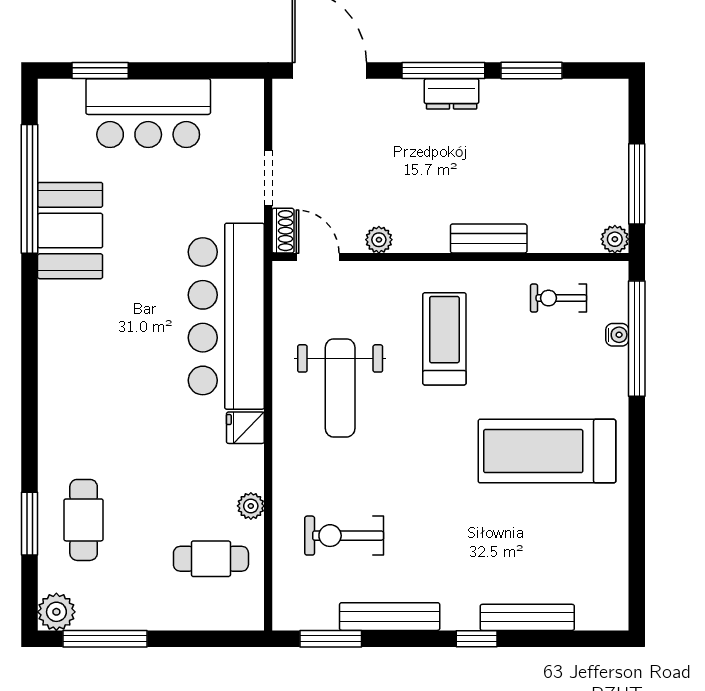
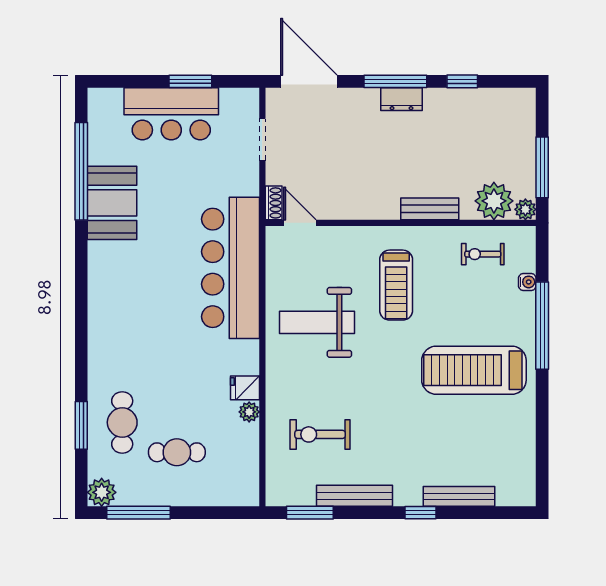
window: (100, 70) -> (190, 81), moved
window: (532, 70) -> (462, 81), width x0.67
doorway: (268, 178) -> (262, 140), moved
plant: (379, 240) -> (494, 201), moved, width x1.87, depth x1.87
treadmill: (444, 339) -> (396, 285), turned 180
window: (637, 339) -> (542, 326), moved
weight bench: (340, 388) -> (317, 322), turned 90
fridge: (245, 428) -> (245, 388), moved
cafe table: (211, 559) -> (177, 452), moved

